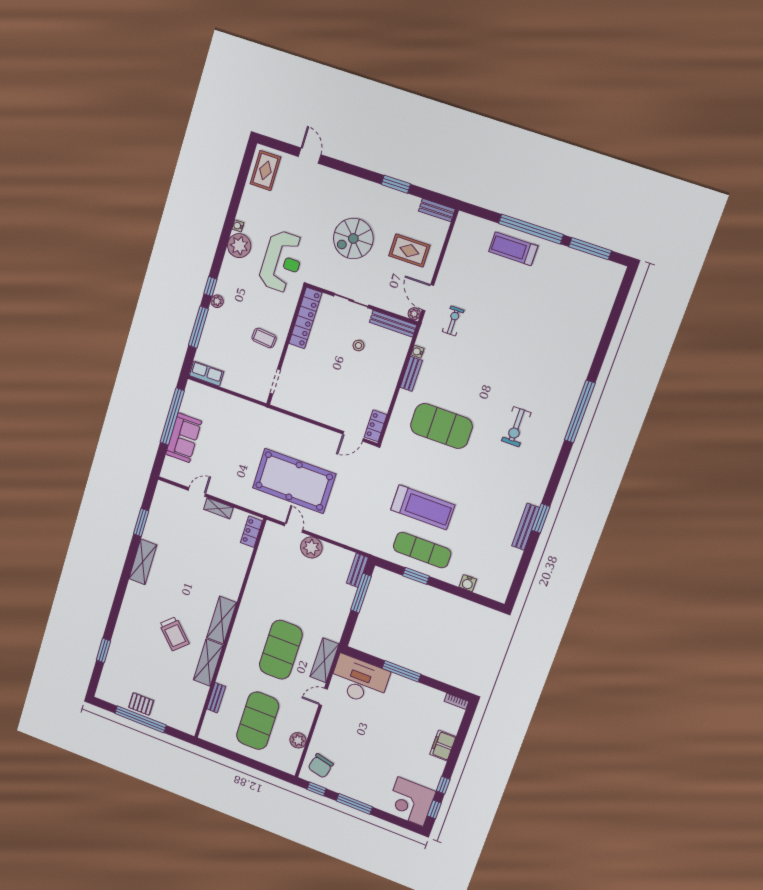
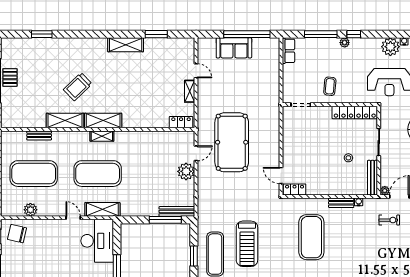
bench: (357, 570) -> (177, 211), width x1.36
shelving: (239, 628) -> (102, 136), added

